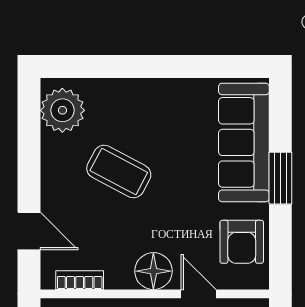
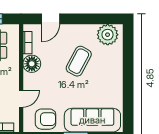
armchair: (242, 242) -> (46, 119), turned 180
floor lamp: (153, 271) -> (32, 64), moved

